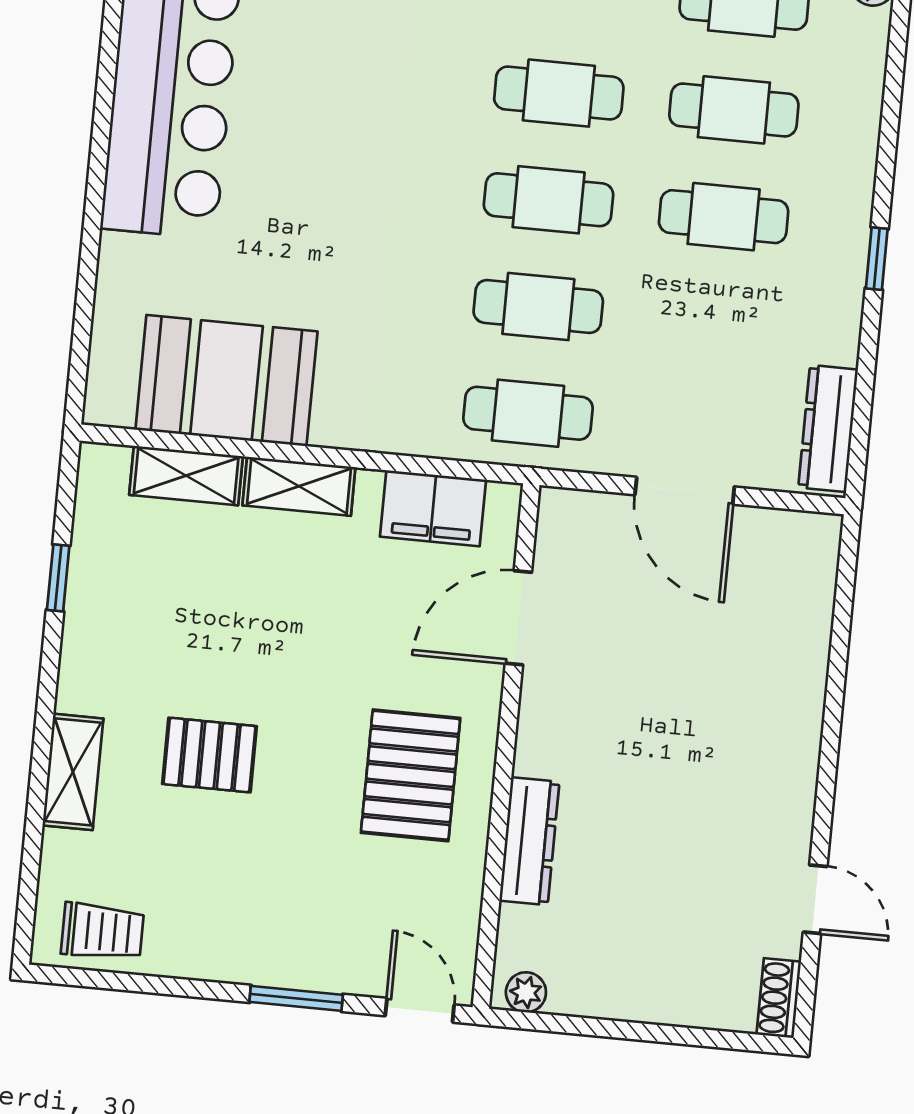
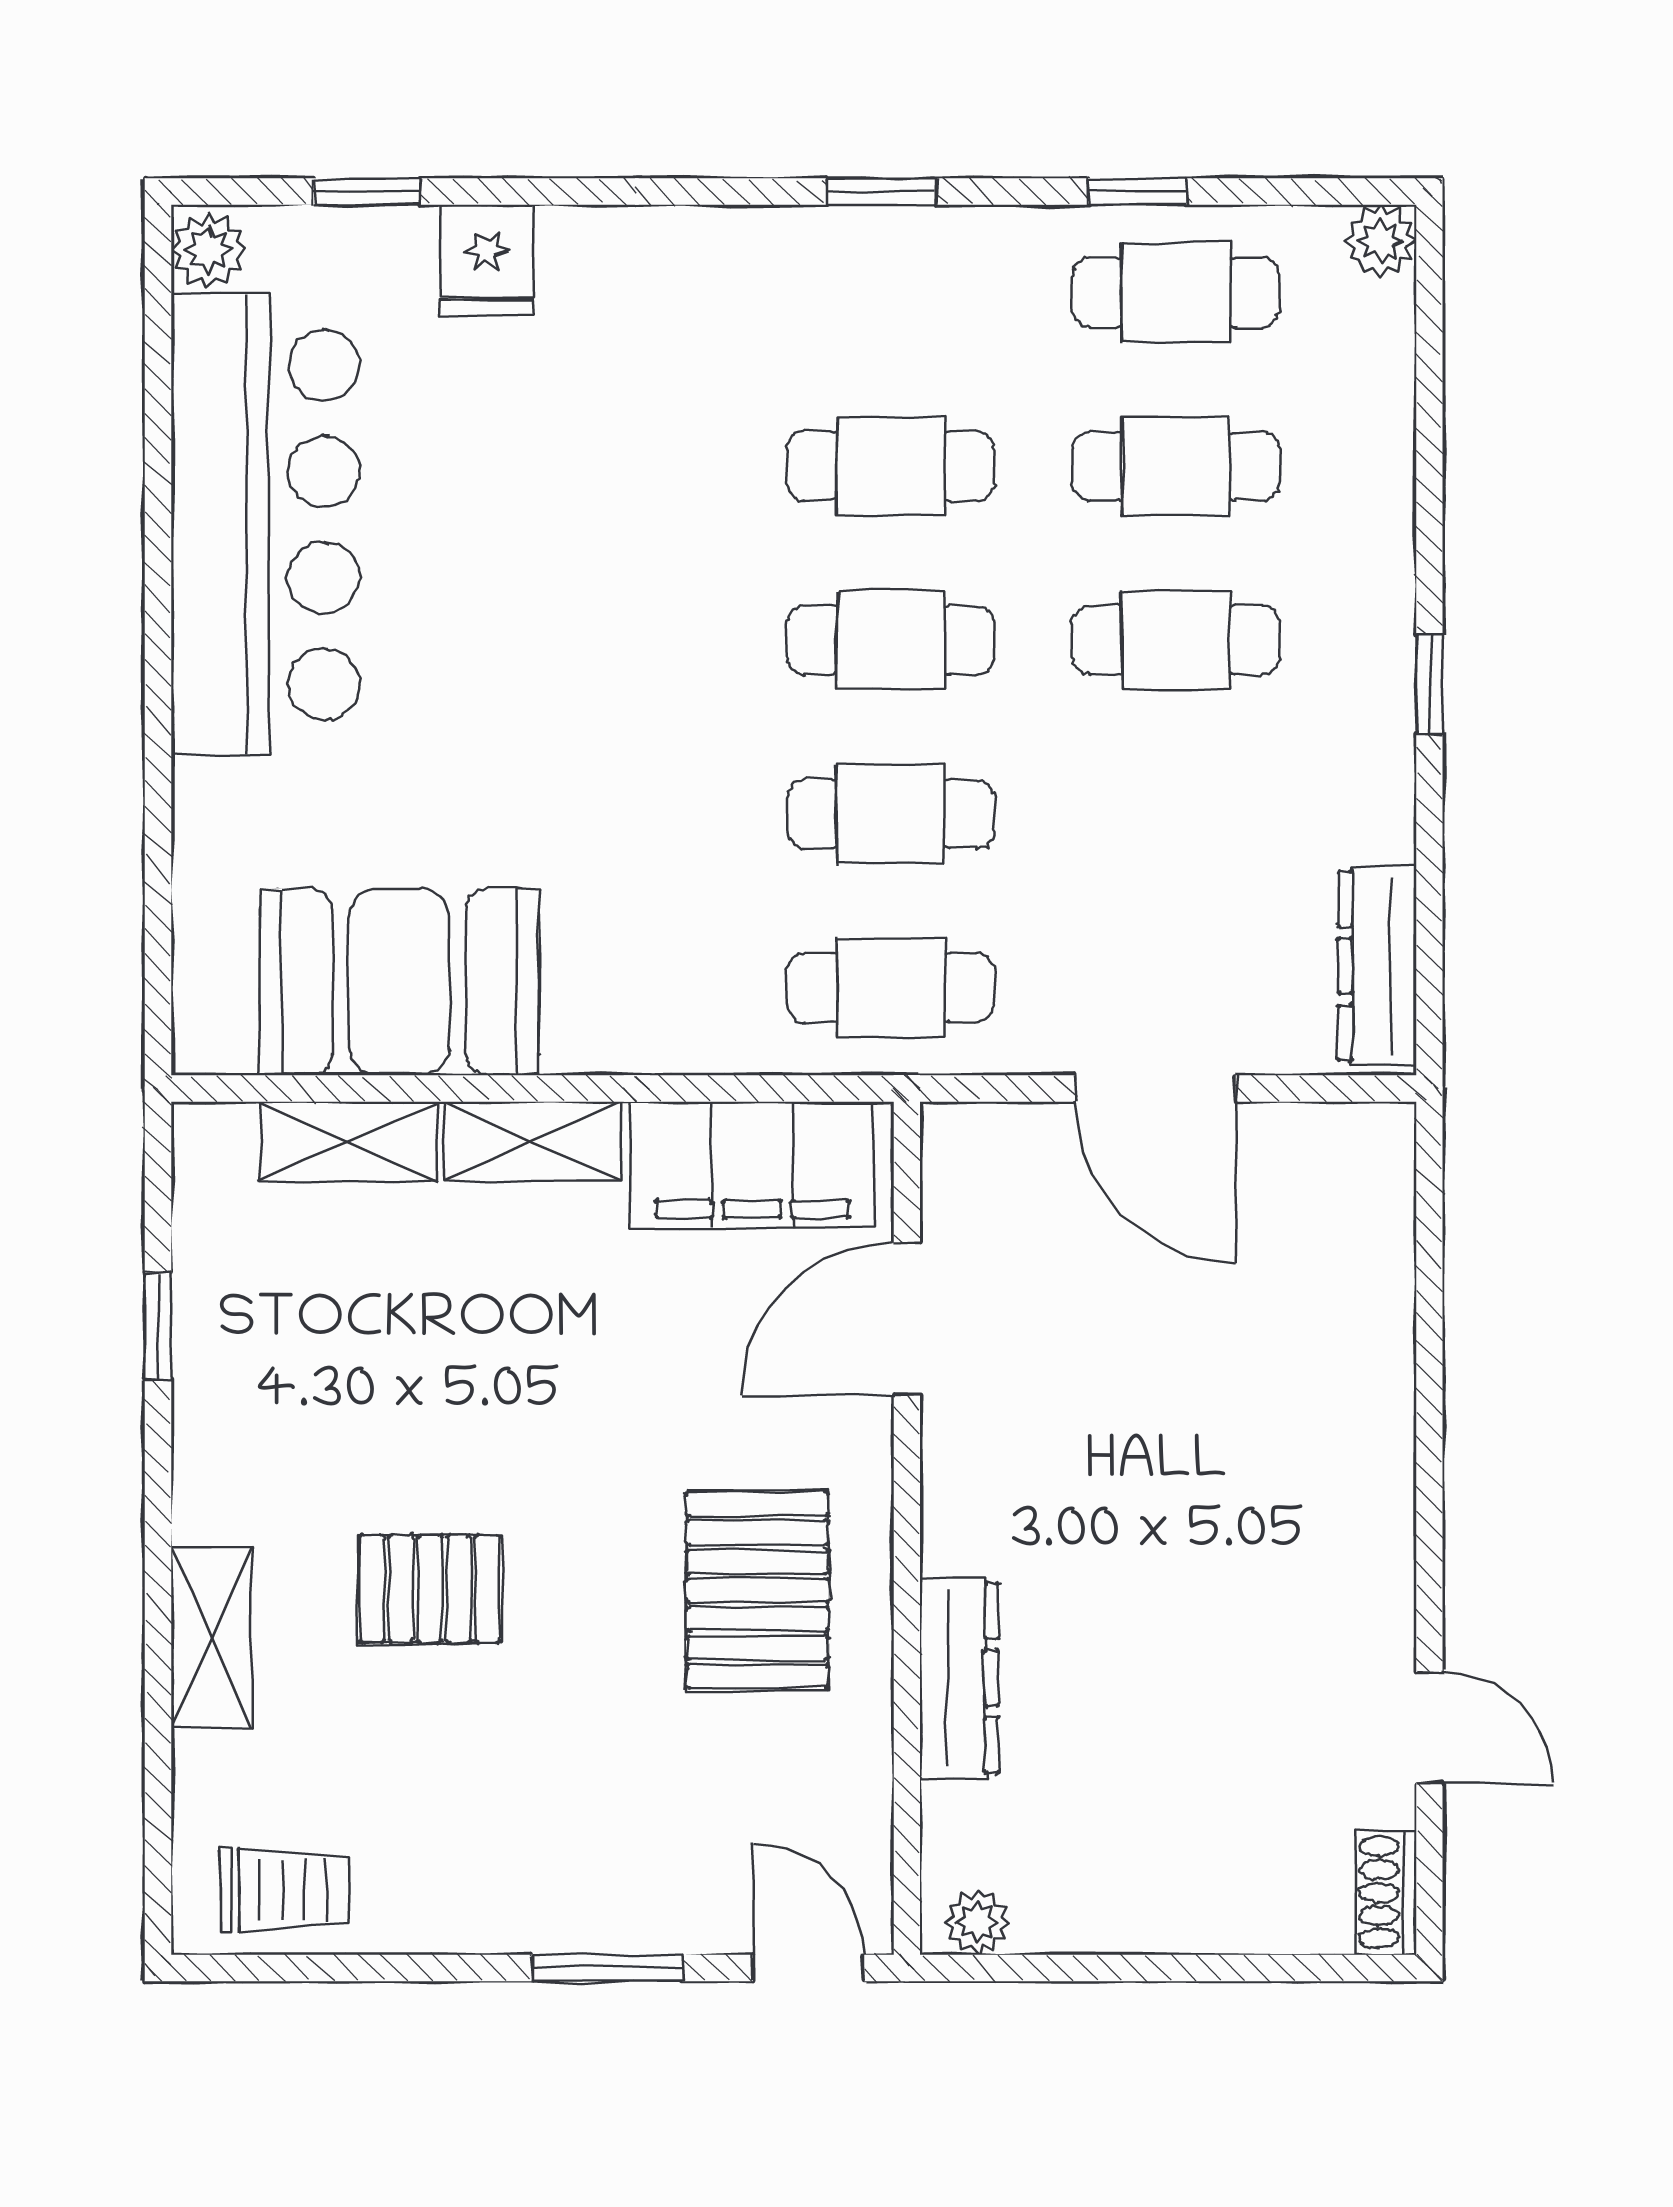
filing cabinet: (433, 508) -> (752, 1165), width x1.50, depth x1.17

